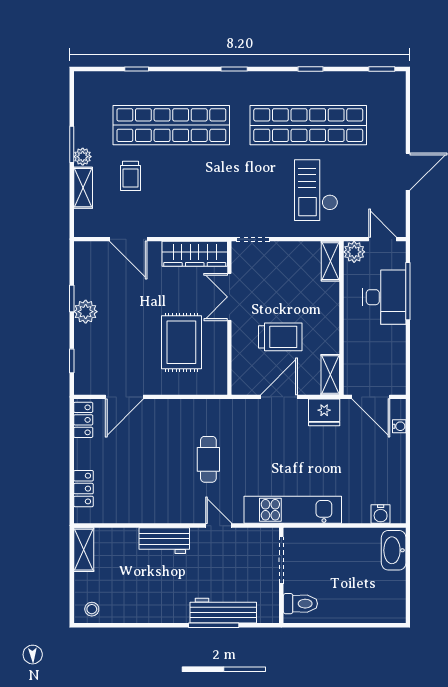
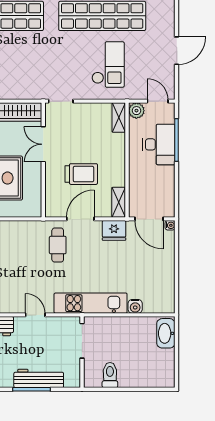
checkout: (316, 190) -> (108, 64), turned 180
water cooler: (399, 426) -> (170, 225), moved
cafe table: (208, 459) -> (58, 245), moved
water cooler: (381, 514) -> (135, 306), moved
toilet: (300, 604) -> (110, 375), moved, turned -90

